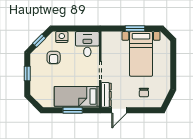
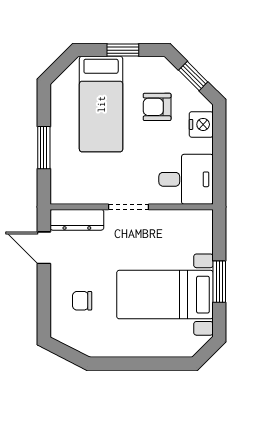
bed: (77, 96) -> (101, 104), moved, turned 180

